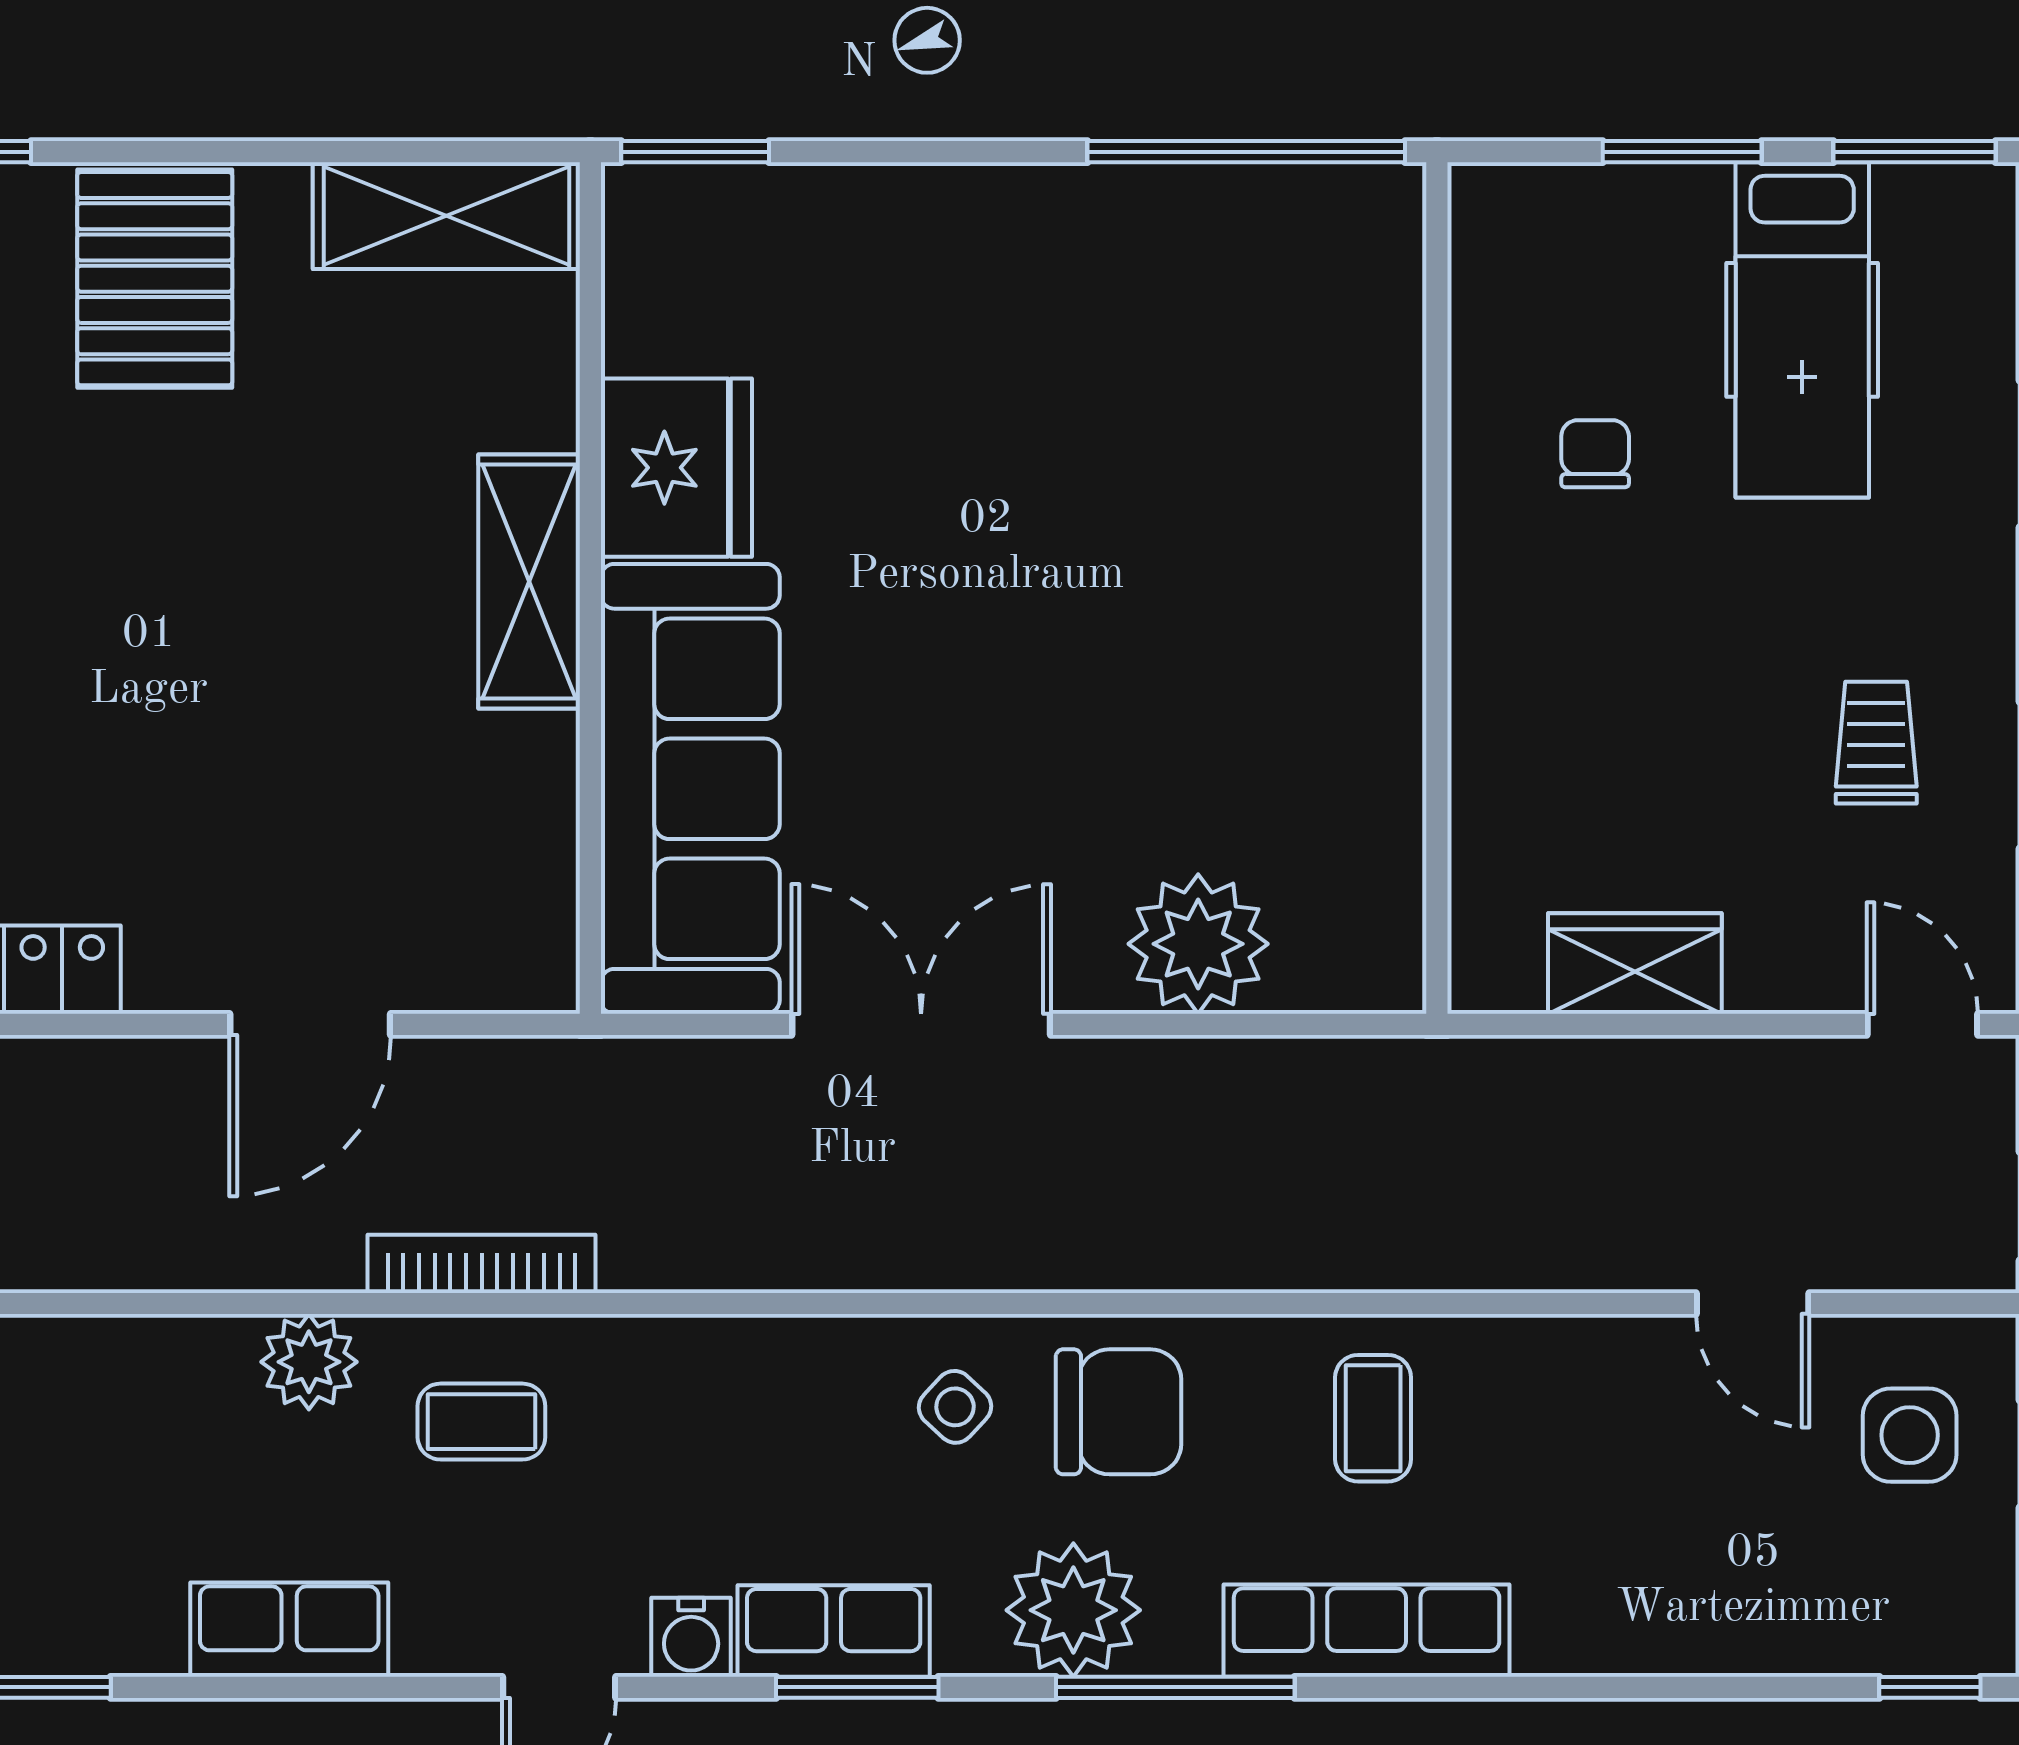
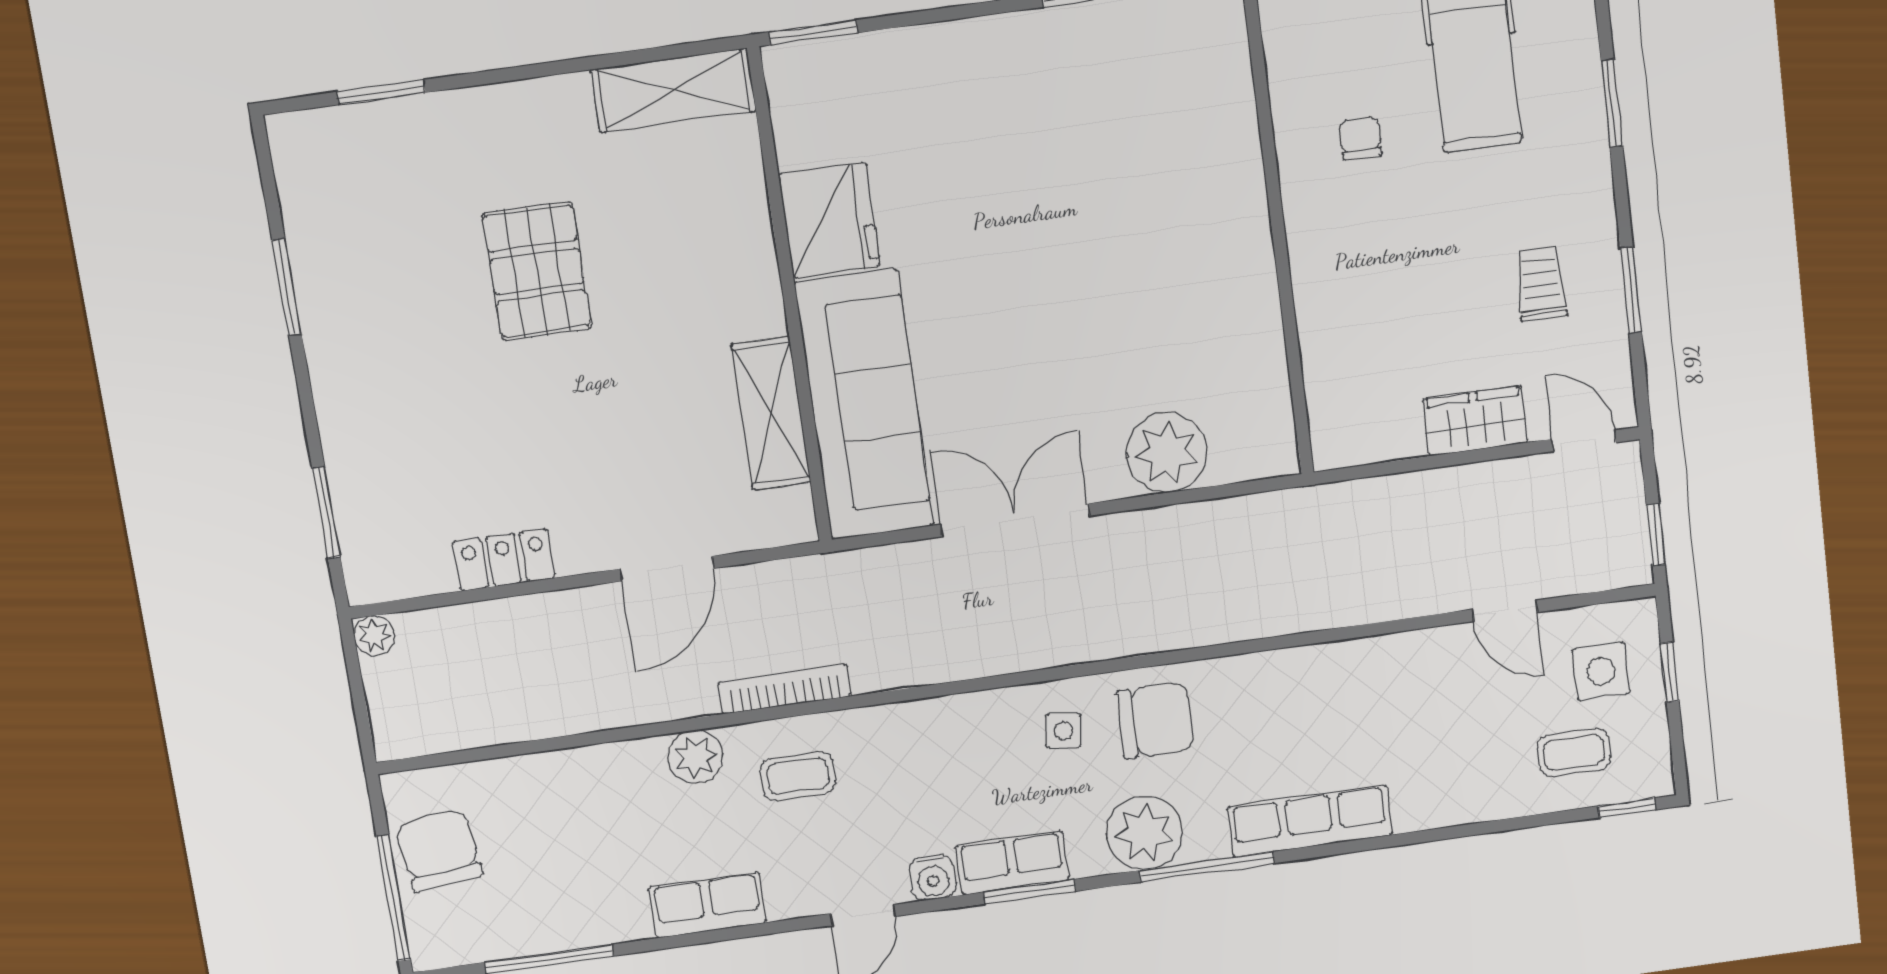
pallet: (155, 279) -> (537, 271), moved
shelving: (529, 581) -> (771, 413), moved
wardrobe: (1635, 963) -> (1475, 421), moved
side table: (955, 1407) -> (1063, 731), turned -36
coffee table: (1373, 1418) -> (1574, 752), moved, turned 90

